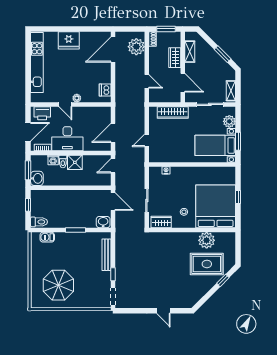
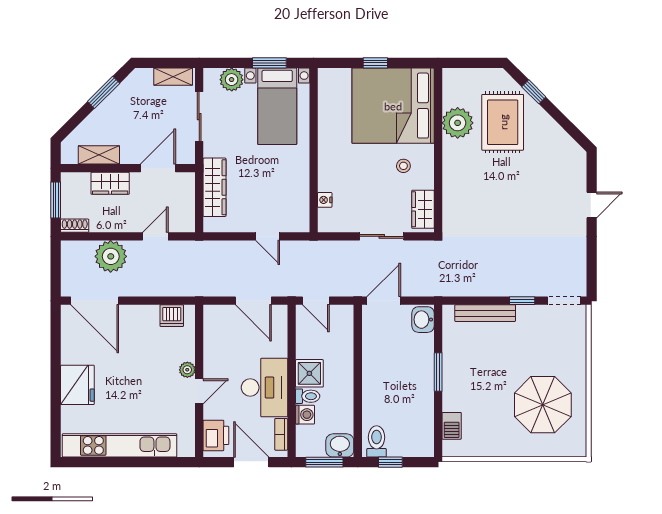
plant: (136, 47) -> (111, 256), moved
toilet: (39, 222) -> (377, 441), moved

